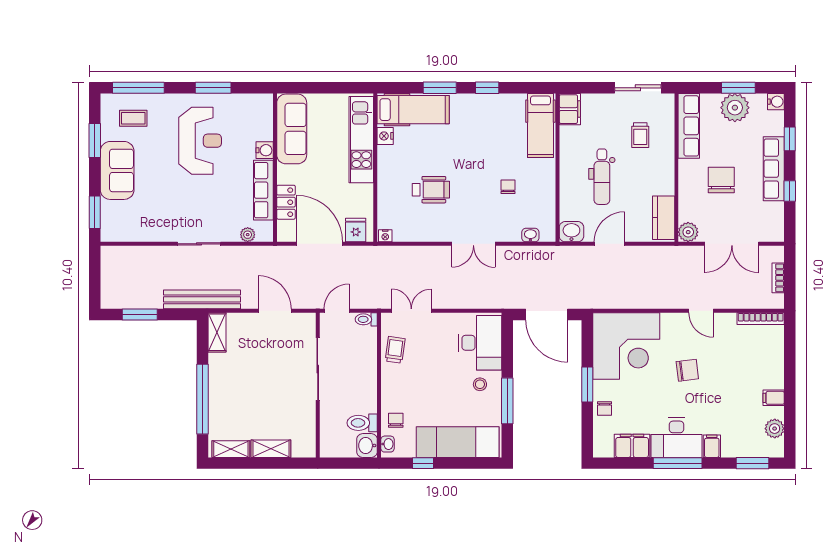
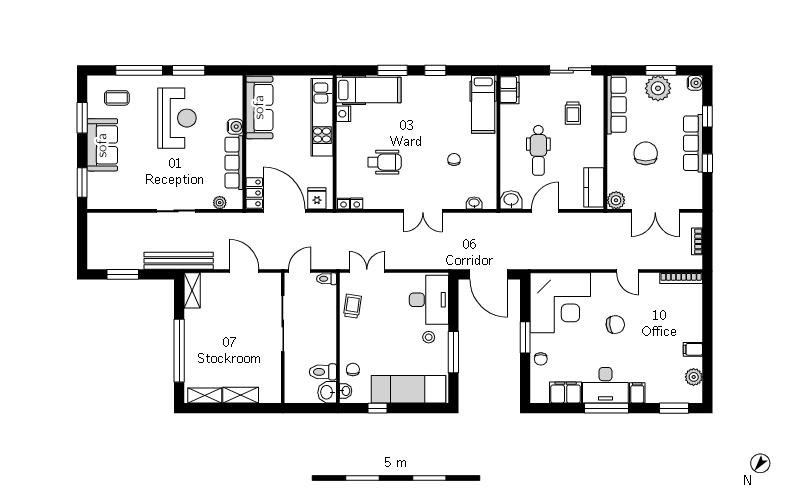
window: (138, 88) -> (139, 70), moved
locker: (286, 202) -> (254, 193), moved
nightstand: (400, 236) -> (357, 204), added

